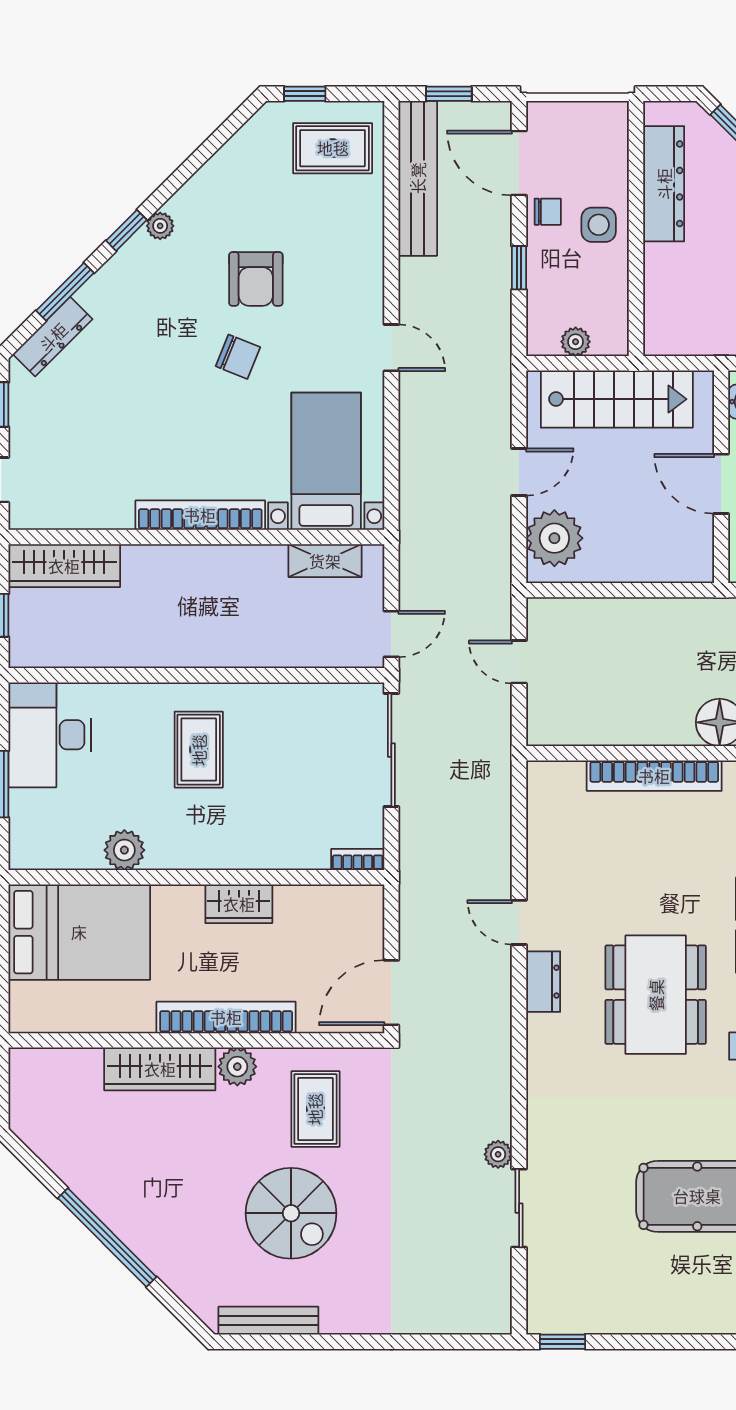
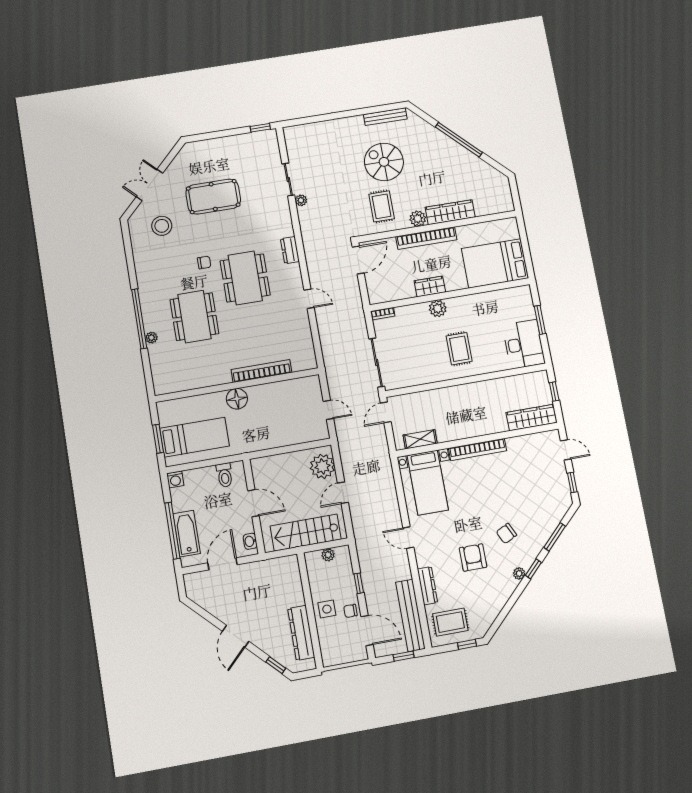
dresser: (53, 337) -> (427, 586), moved, turned 135
chair: (238, 357) -> (506, 533), moved, turned -48
plant: (124, 850) -> (438, 308), moved
dresser: (543, 982) -> (290, 250), moved

